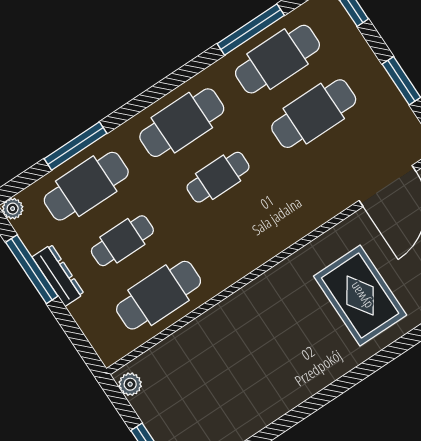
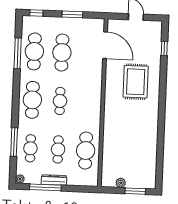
cafe table: (86, 186) -> (30, 148), width x0.73, depth x0.74
rug: (360, 296) -> (136, 82), turned 90
plant: (130, 384) -> (121, 183), moved

